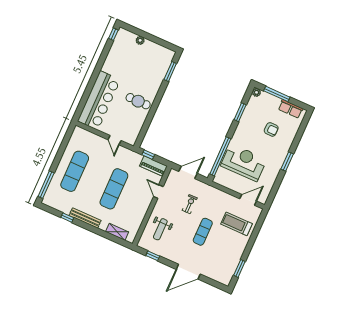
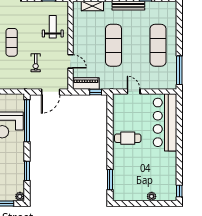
window: (46, 185) -> (179, 70), moved

